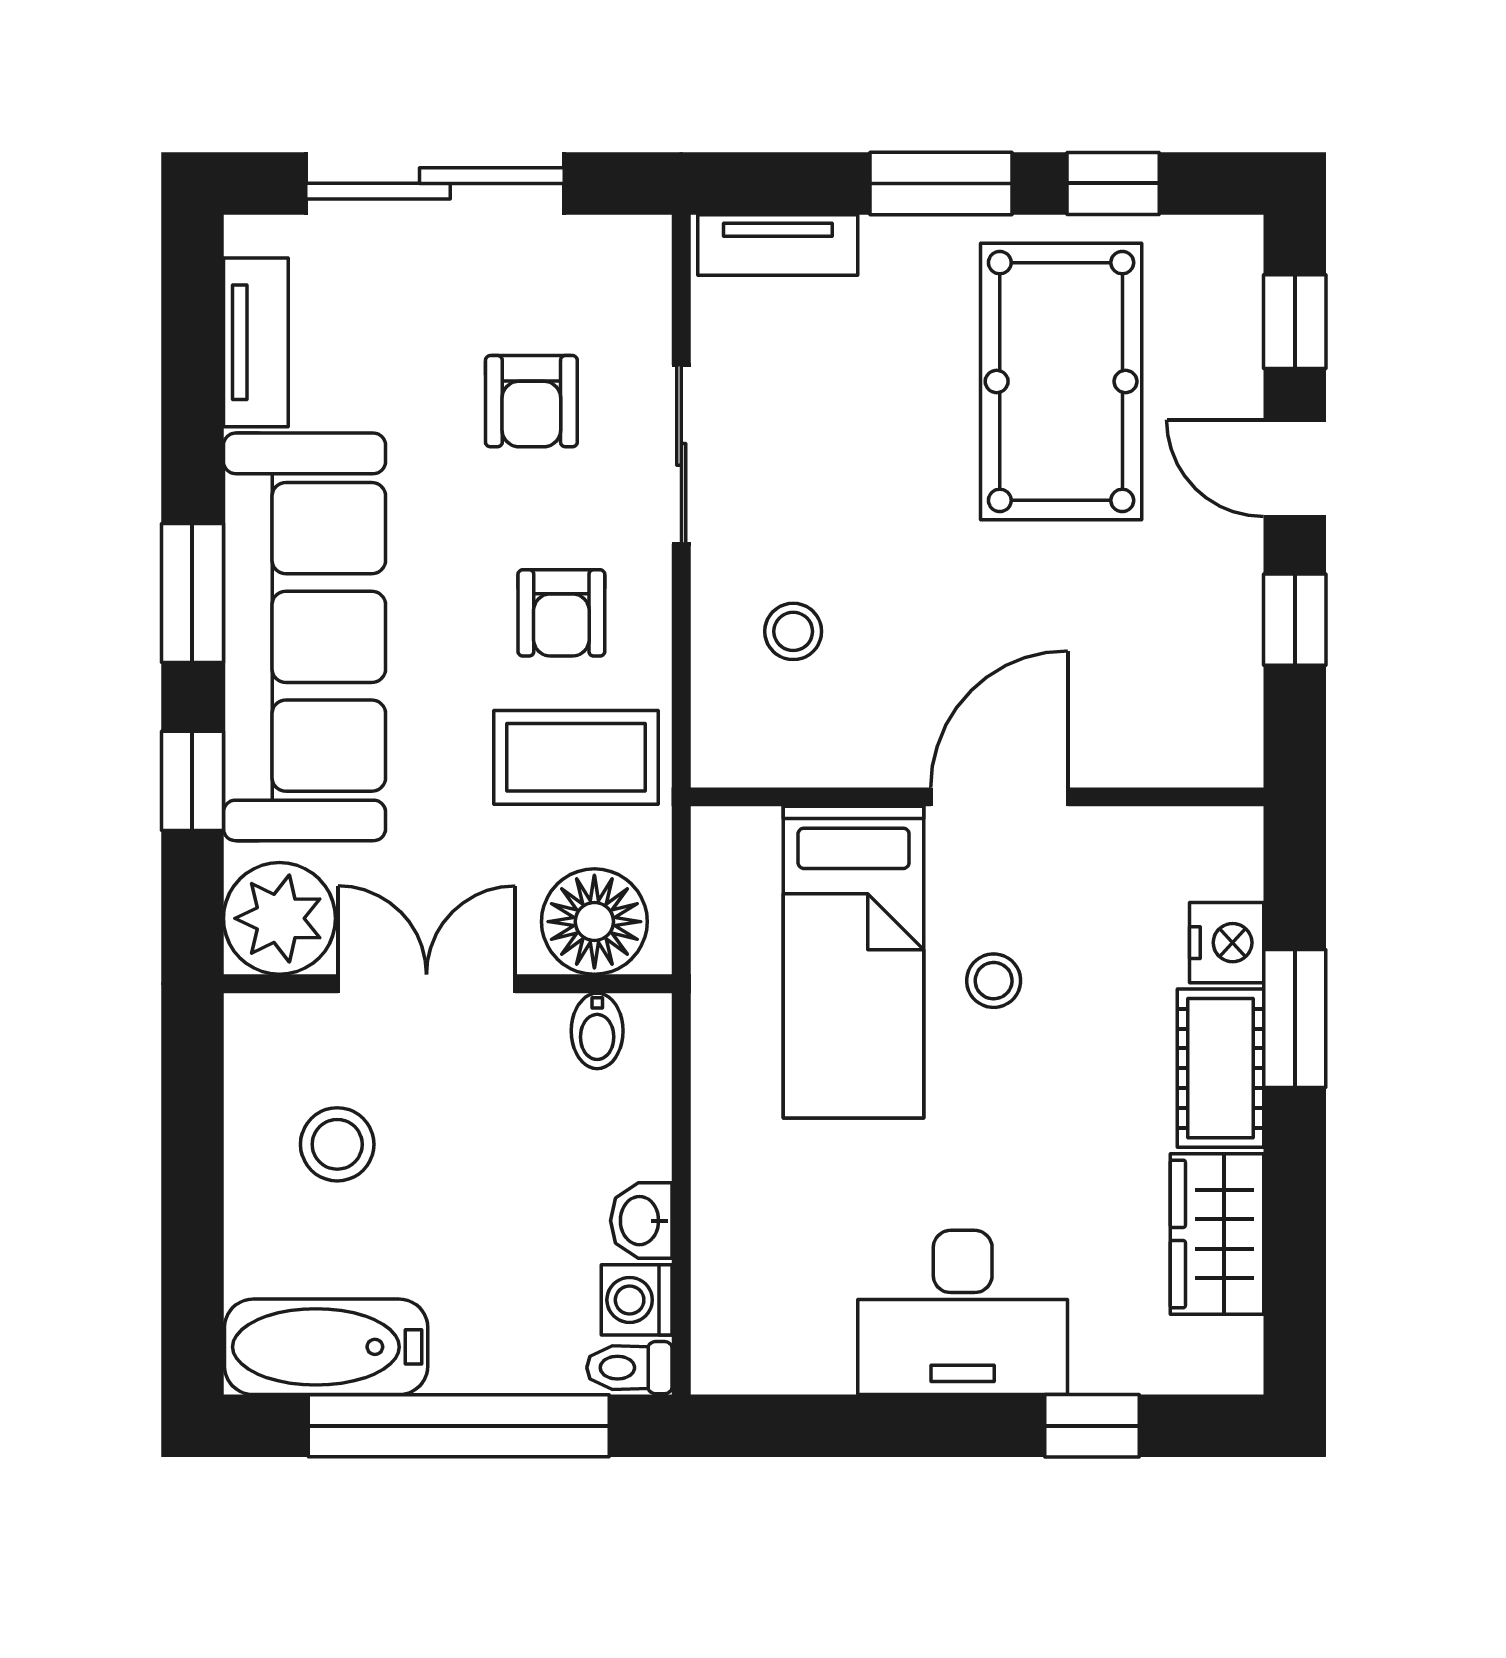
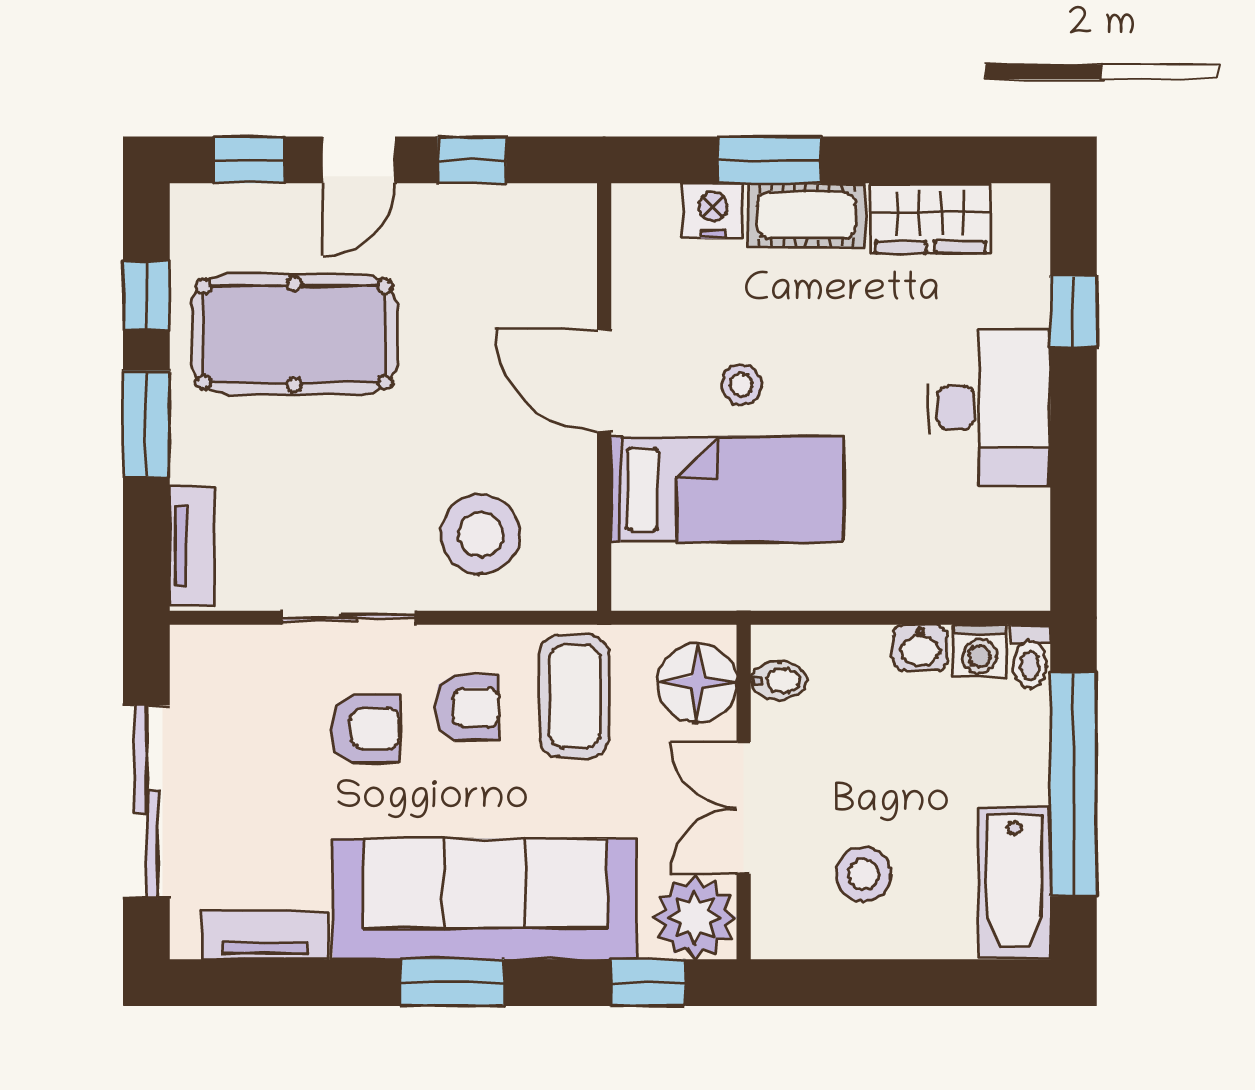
armchair: (531, 401) -> (366, 729), moved
stool: (793, 631) -> (481, 534), width x1.89, depth x1.89
window: (192, 781) -> (648, 983), moved

